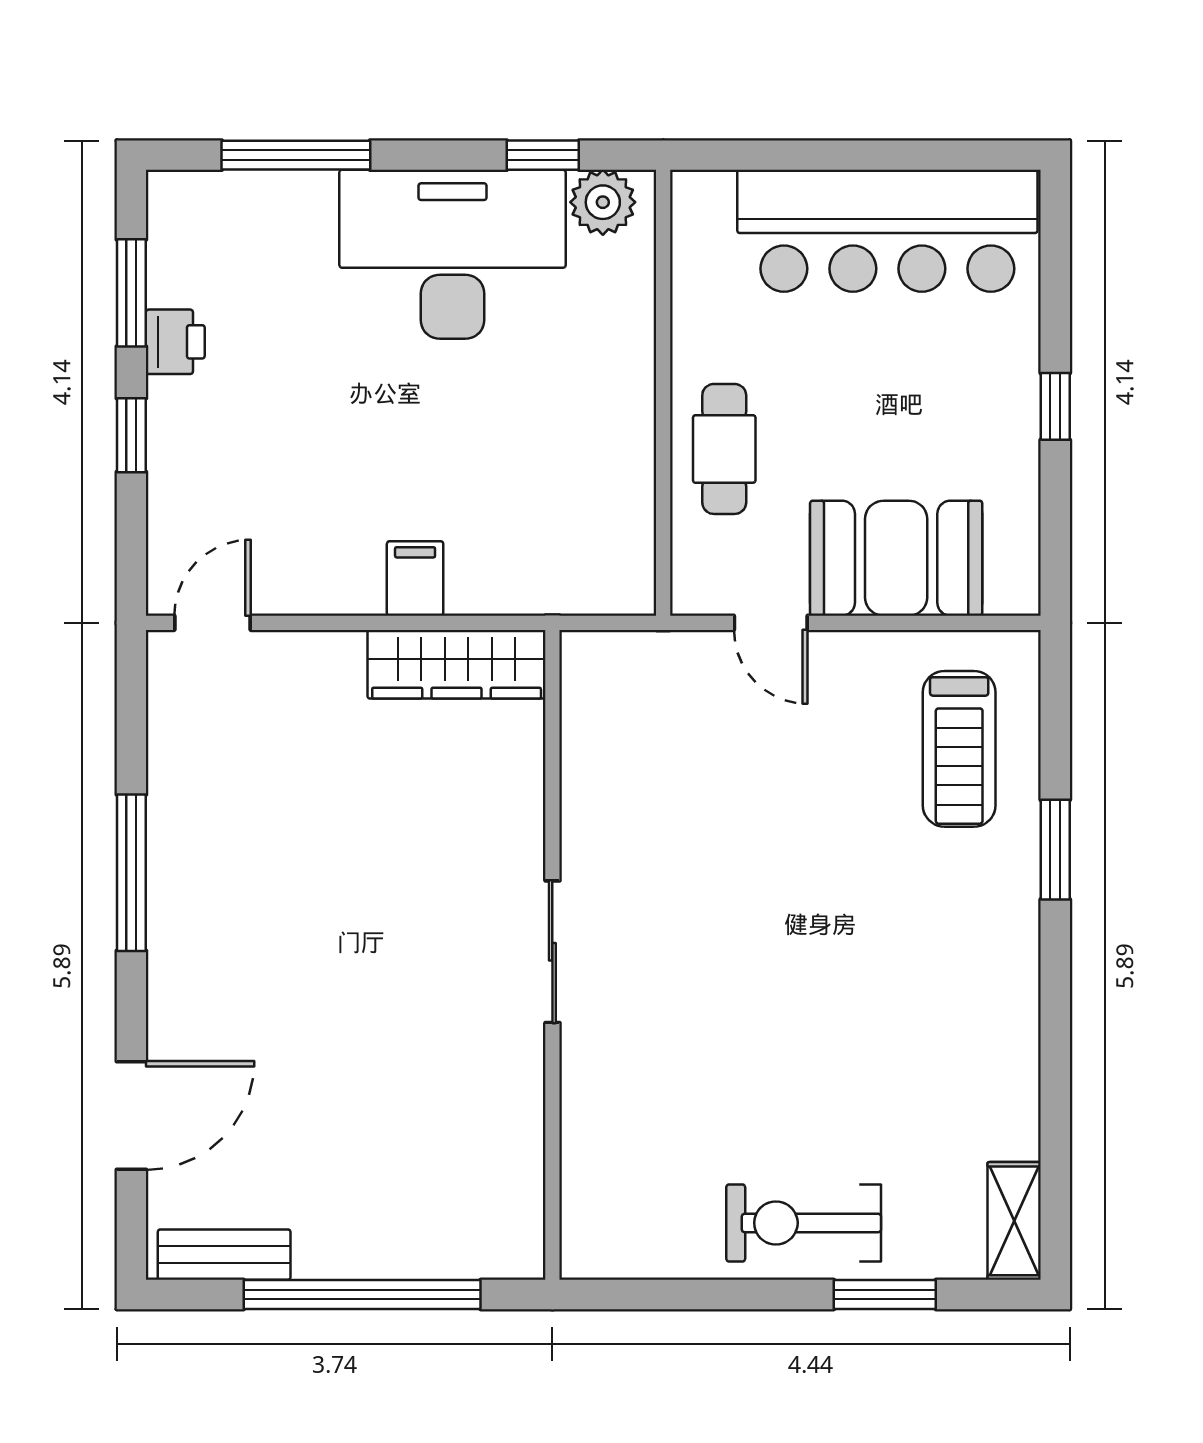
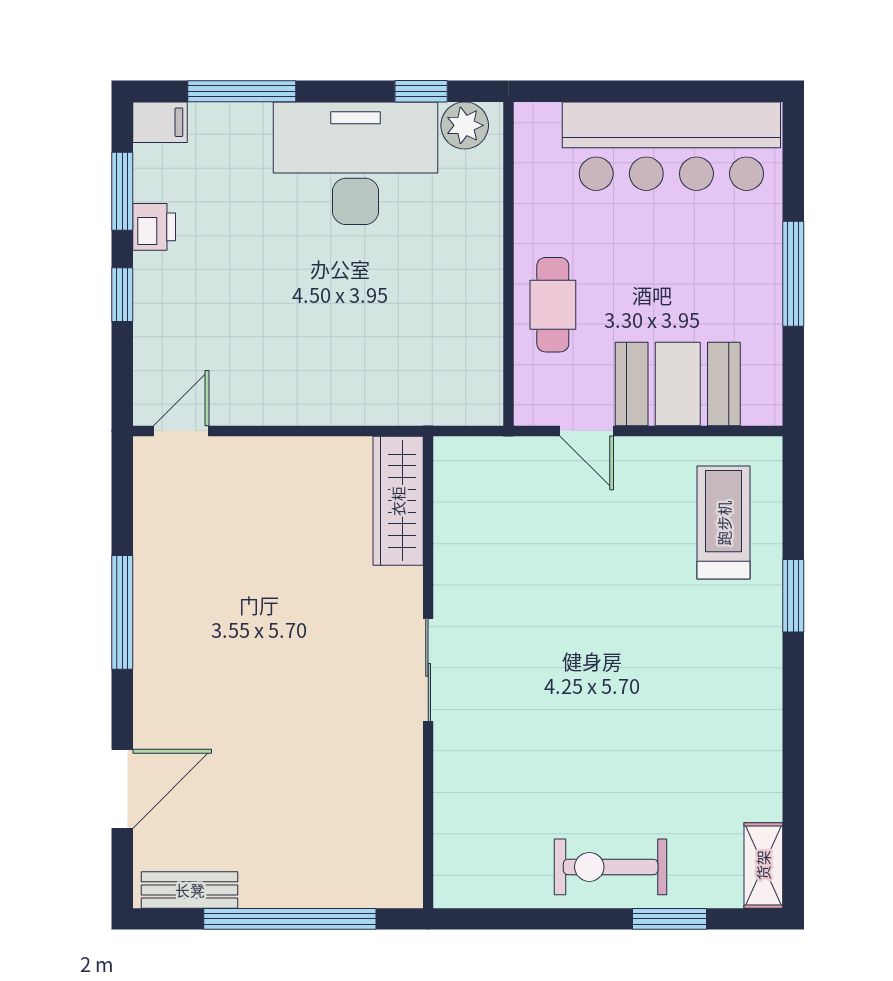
window: (1055, 406) -> (793, 274), width x2.17
filing cabinet: (415, 578) -> (160, 122), moved, turned 90
wardrobe: (457, 664) -> (398, 501), moved, turned 90
treadmill: (959, 749) -> (724, 523), turned 180

